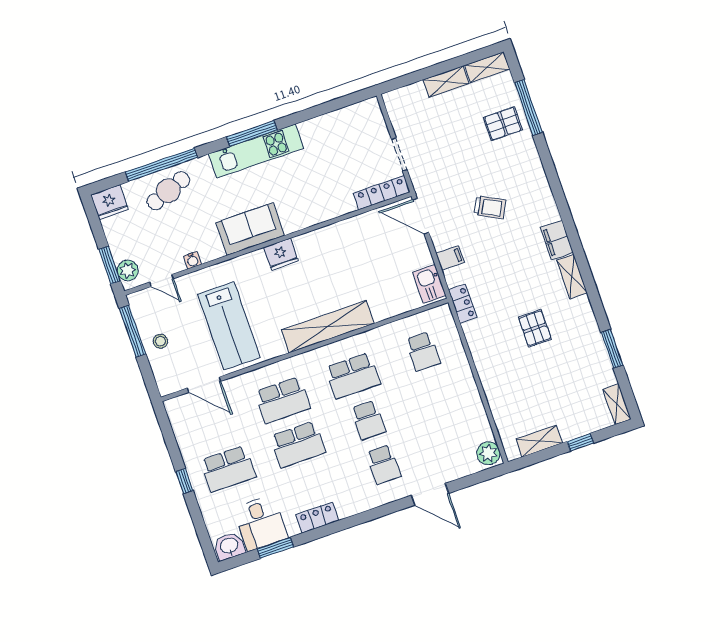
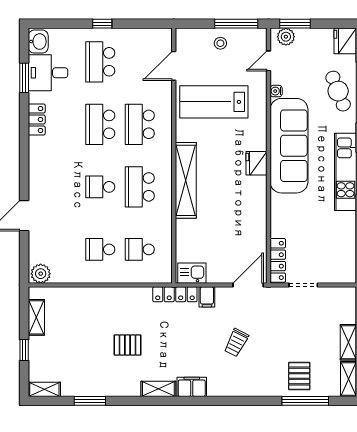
sofa: (250, 229) -> (289, 146), width x1.85, depth x1.27
locker: (463, 304) -> (175, 294), width x1.53
school desk: (384, 465) -> (100, 249), moved

